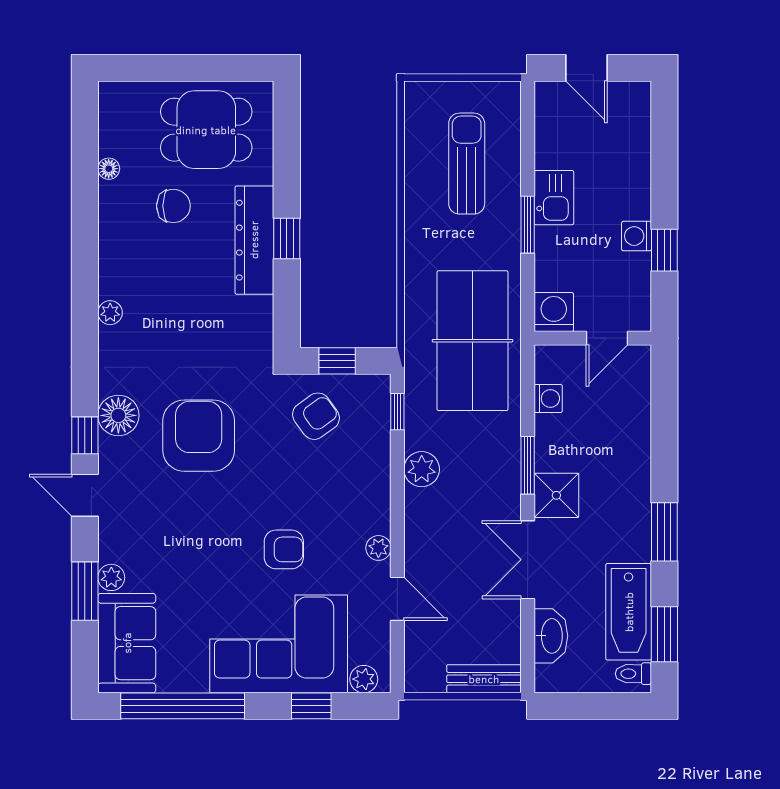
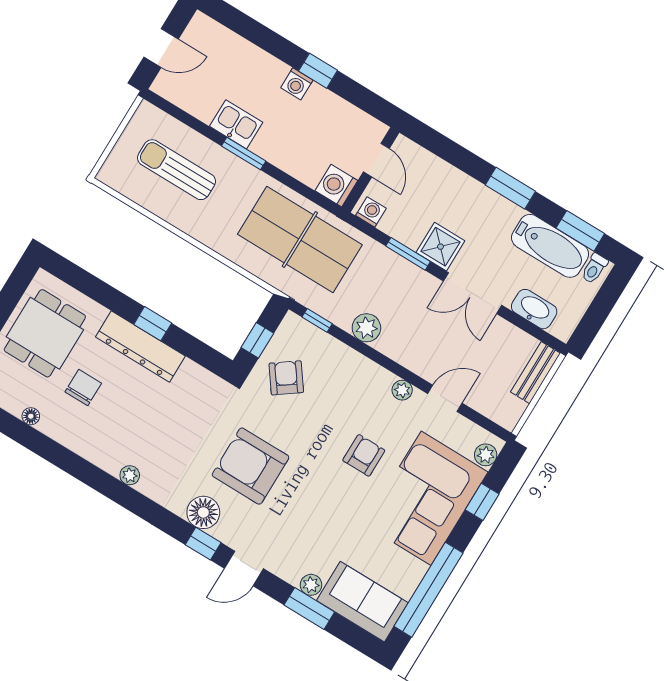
washing machine: (554, 312) -> (336, 186), moved
wall: (593, 338) -> (370, 170), moved
door: (607, 338) -> (376, 160), moved

